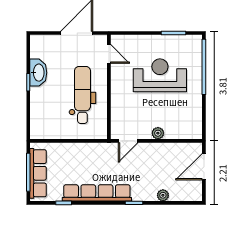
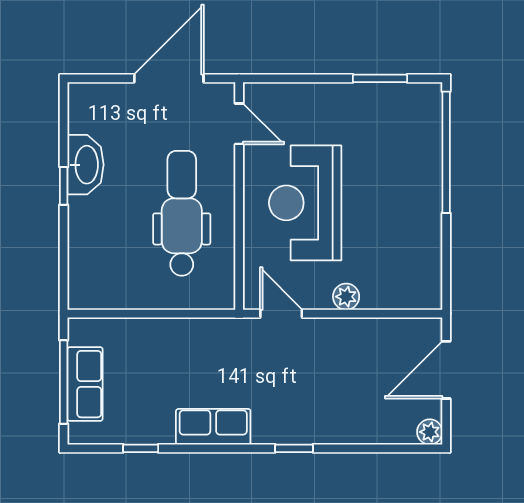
reception desk: (160, 75) -> (305, 203), moved, turned -90
door: (128, 141) -> (281, 314), swing flipped
row of seats: (38, 173) -> (85, 384), width x0.68
row of seats: (97, 193) -> (213, 427), width x0.50
plant: (163, 195) -> (430, 432), moved

